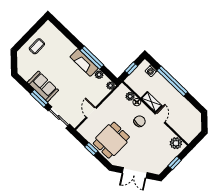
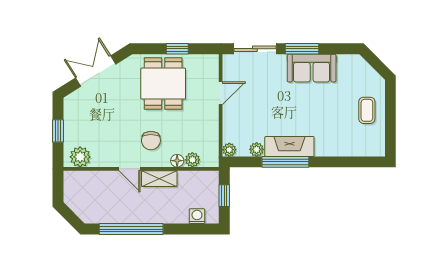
window: (172, 81) -> (131, 229), moved
door: (91, 113) -> (221, 93), hinge flipped

